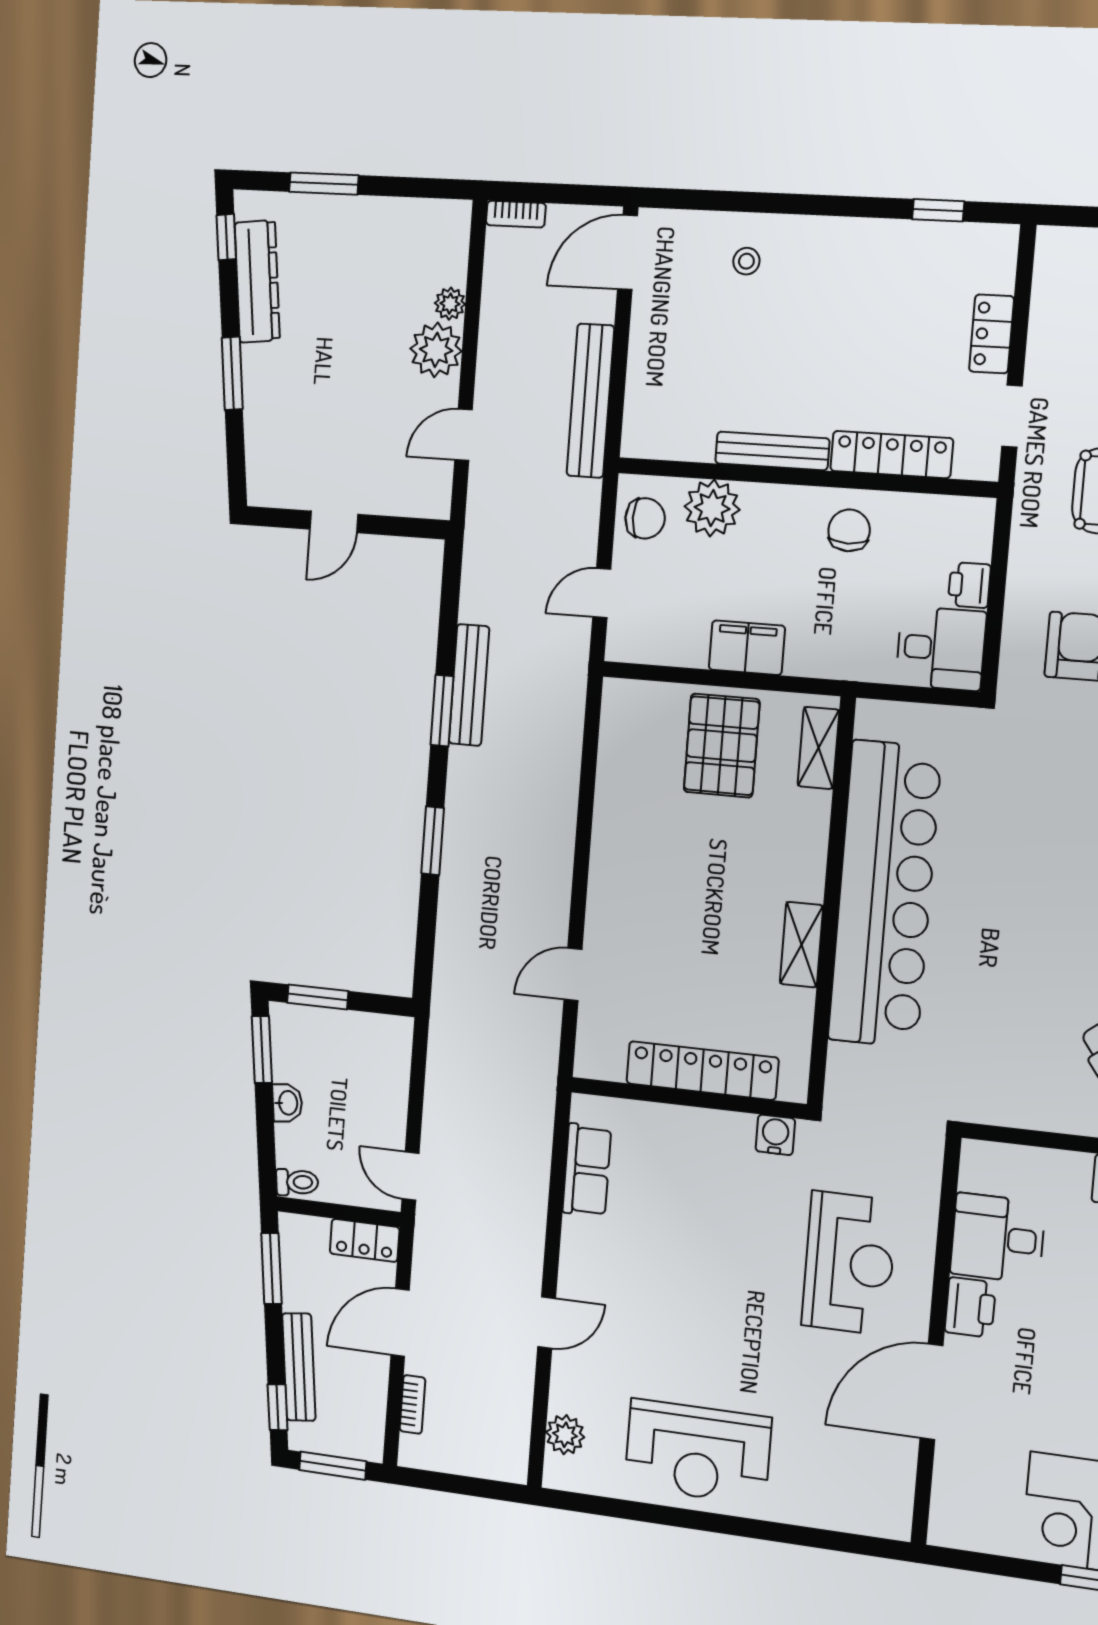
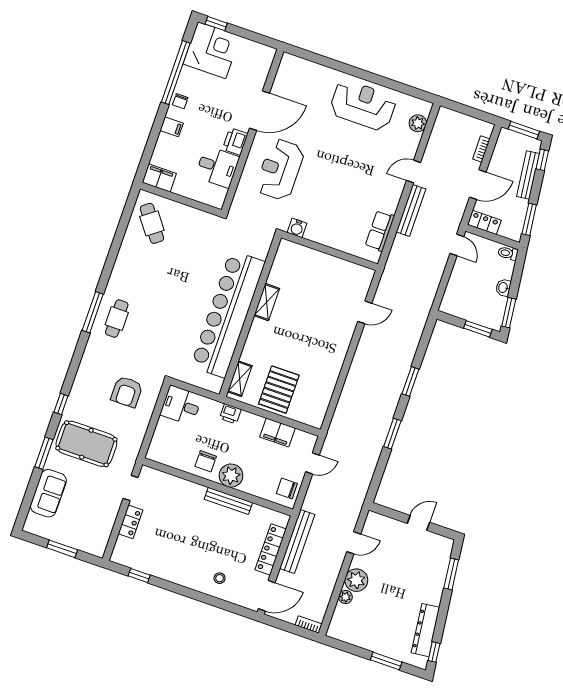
window: (232, 373) -> (451, 574), moved
locker: (892, 455) -> (271, 549), moved, turned 90
plant: (712, 508) -> (231, 476), moved
printer: (969, 585) -> (230, 414), moved, turned 90
filing cabinet: (747, 648) -> (277, 432), moved
bench: (469, 685) -> (411, 210), moved
locker: (702, 1071) -> (321, 261), removed

